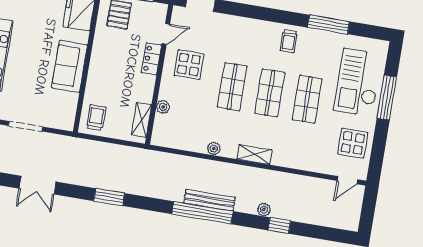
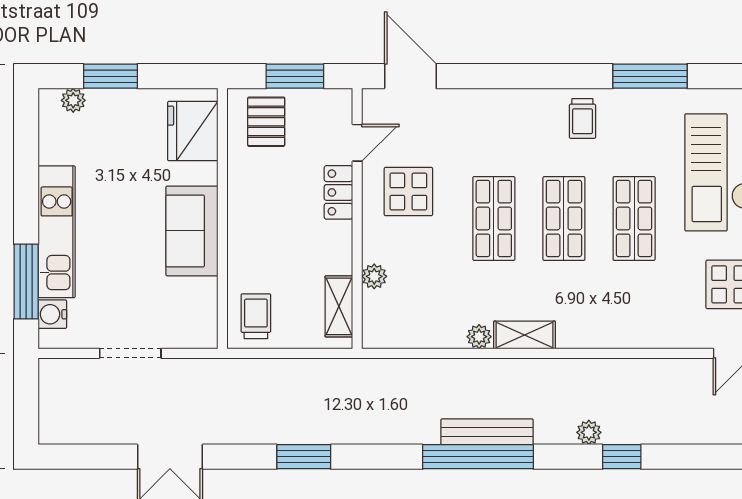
shelving: (254, 154) -> (525, 335), moved

